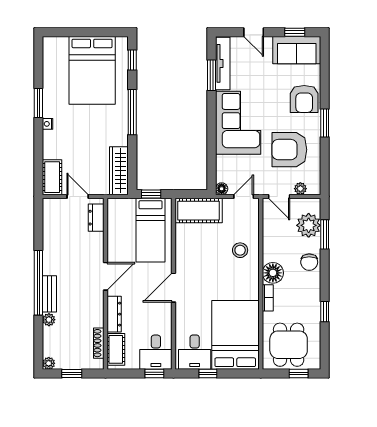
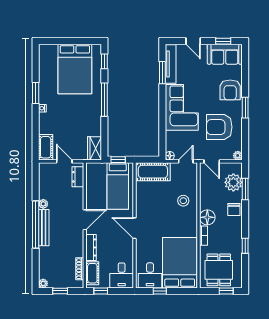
wardrobe: (119, 171) -> (95, 148), width x0.67
plant: (300, 189) -> (238, 156), moved
door: (173, 288) -> (135, 228), hinge flipped
bench: (49, 294) -> (44, 228), width x1.36
plant: (49, 320) -> (43, 204), moved
window: (154, 374) -> (101, 291), moved

